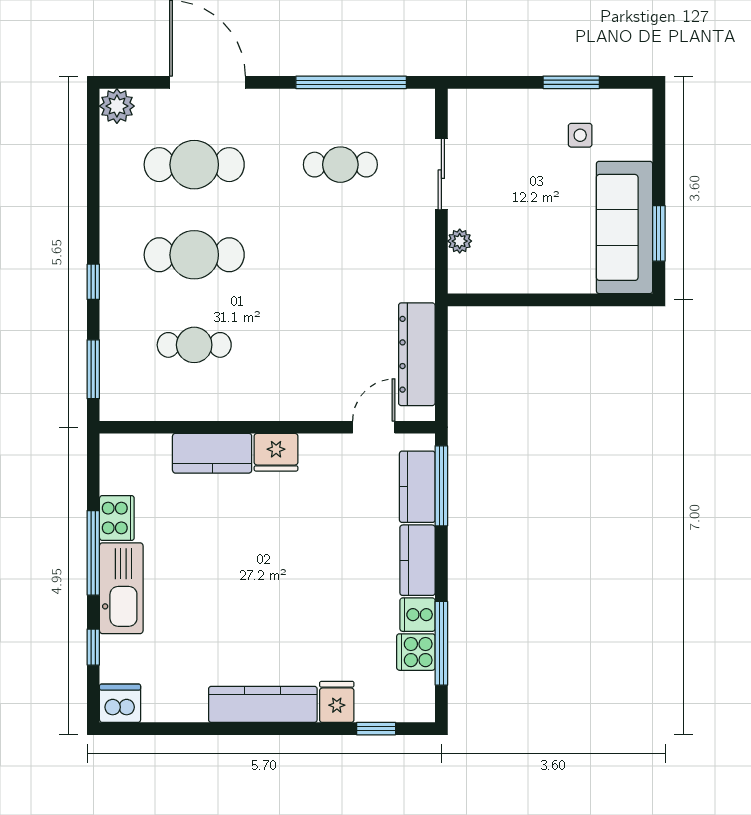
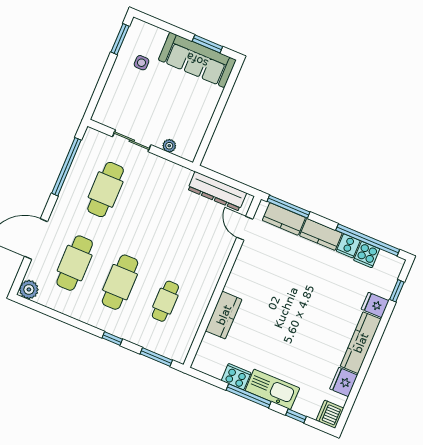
window: (571, 82) -> (120, 39), moved
cafe table: (340, 165) -> (106, 190), width x1.37, depth x1.35
fridge: (276, 452) -> (344, 382), moved, turned 180
window: (441, 643) -> (368, 240), width x1.46

